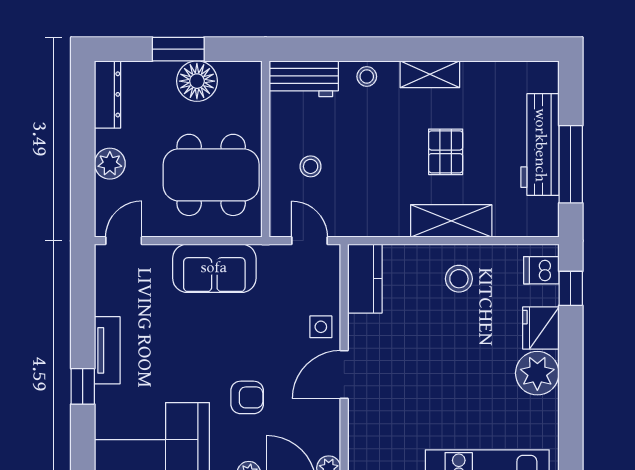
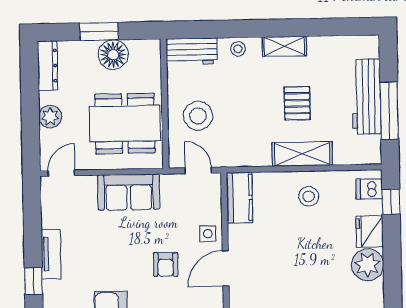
stool: (311, 166) -> (198, 116), width x1.89, depth x1.89
armchair: (247, 397) -> (166, 264), moved, turned 91

